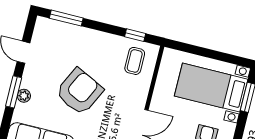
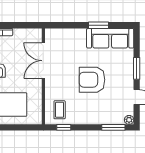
armchair: (79, 92) -> (92, 80), turned 64
plant: (24, 96) -> (129, 120), moved

